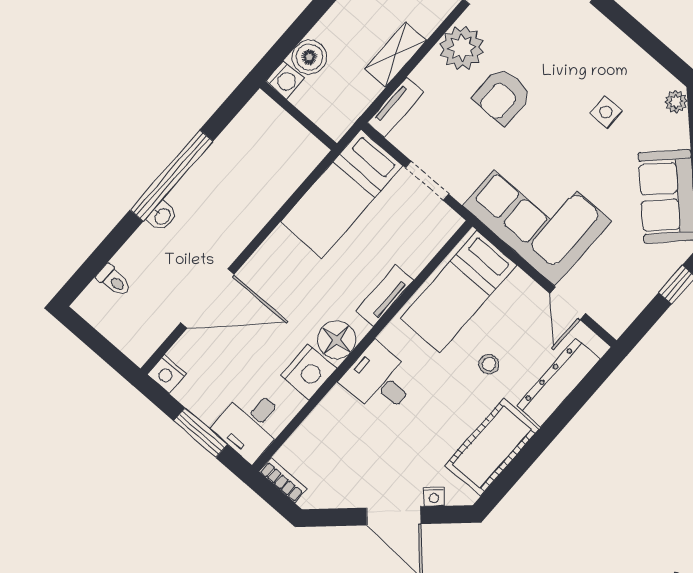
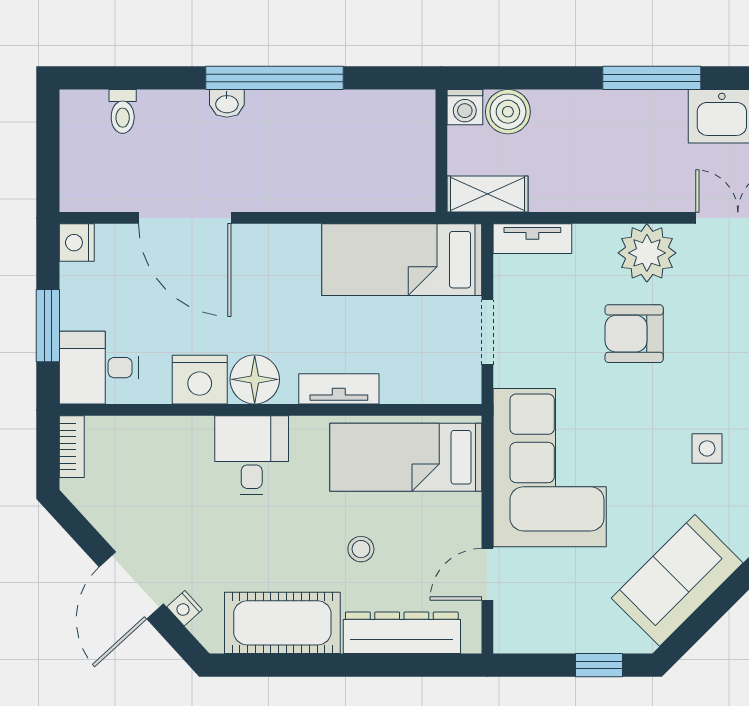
shelving: (396, 55) -> (487, 194), moved

